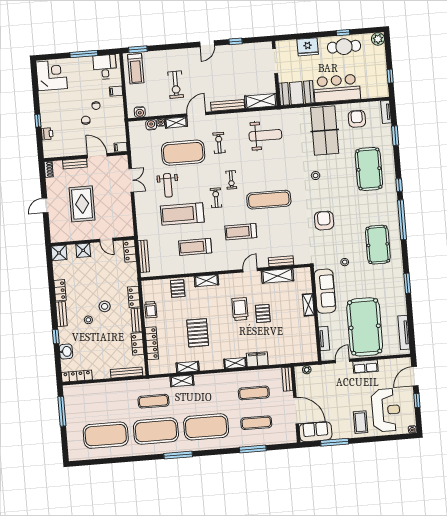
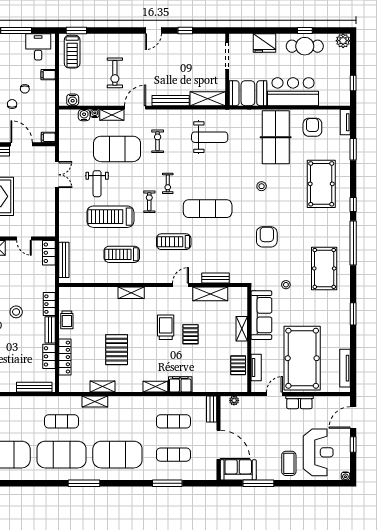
pallet: (178, 289) -> (238, 365), moved

